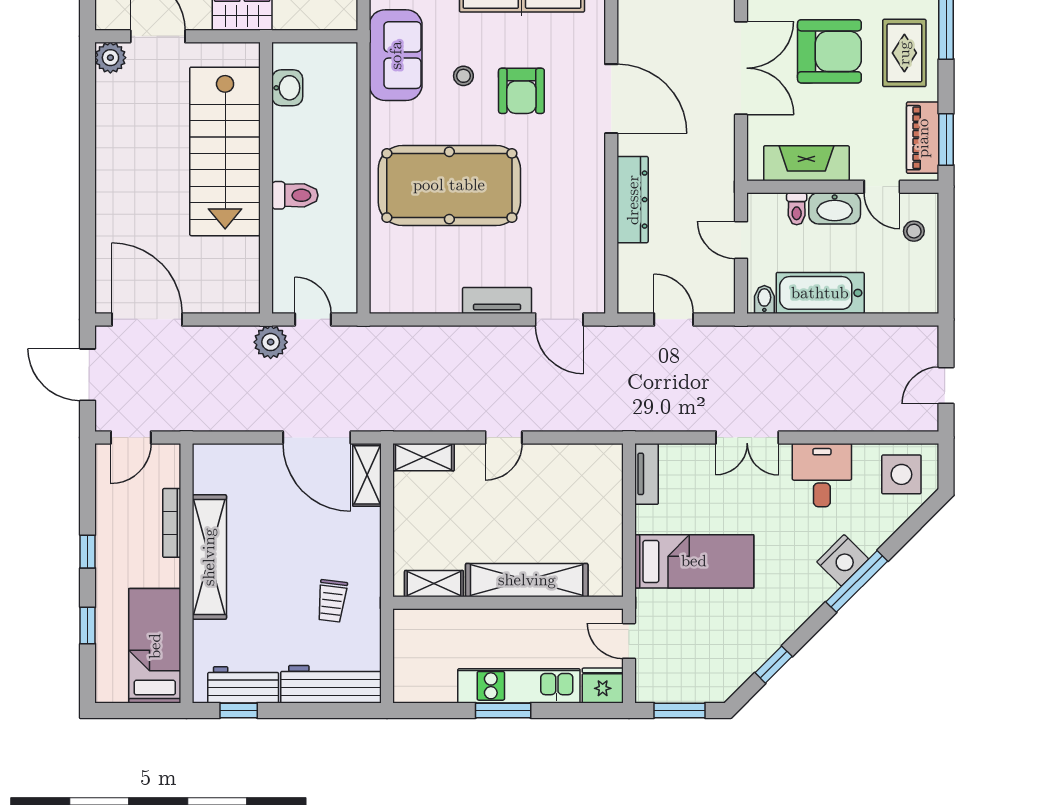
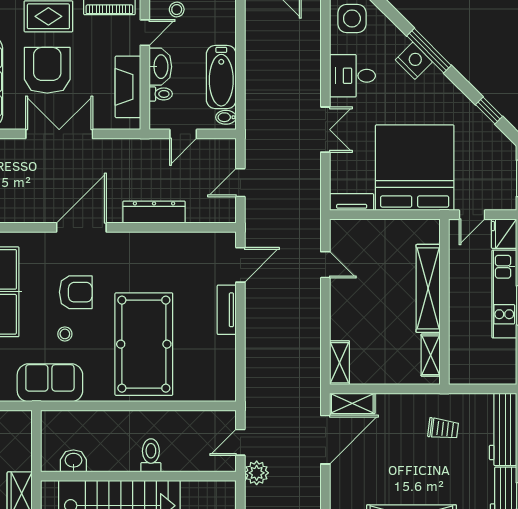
door: (504, 438) -> (325, 265), moved
bed: (694, 561) -> (415, 168), width x2.04

